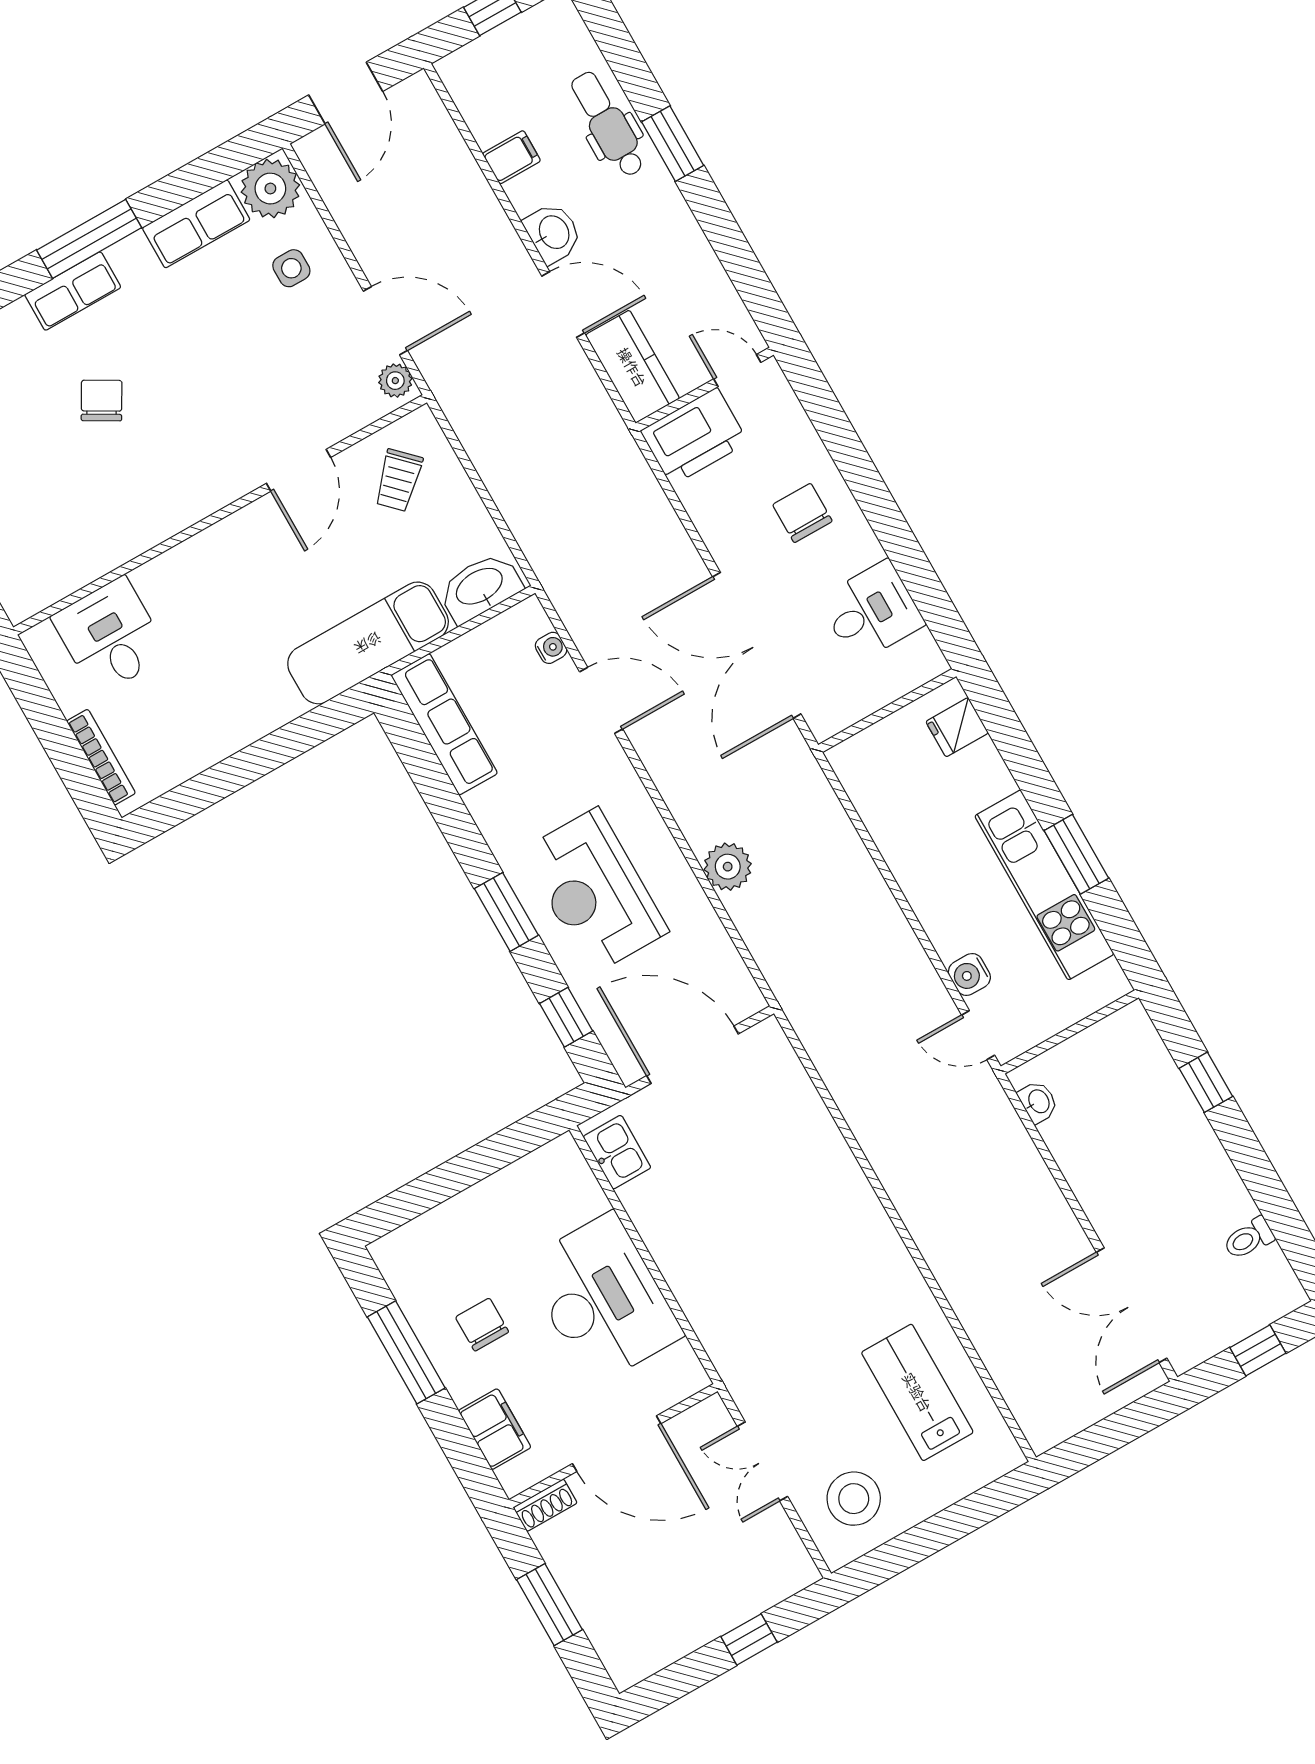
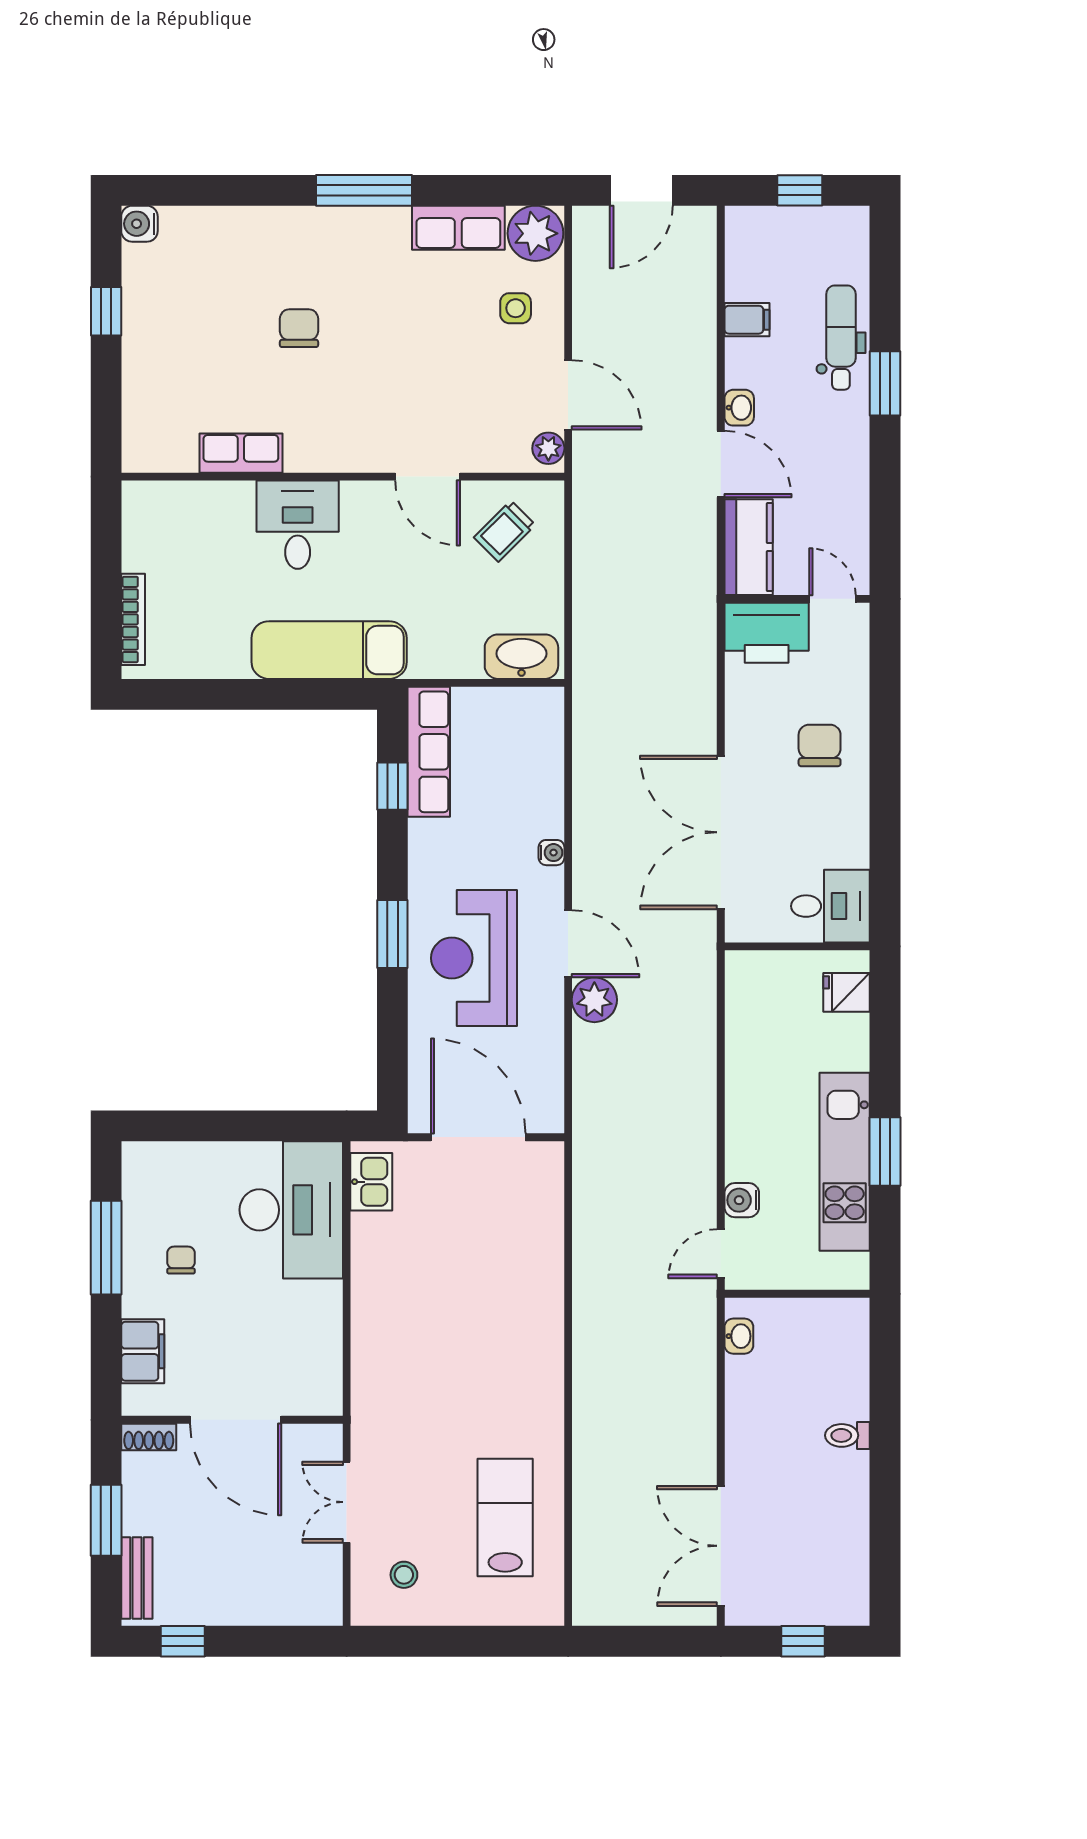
washbasin: (553, 233) -> (739, 408), width x0.72, depth x0.69
row of seats: (73, 291) -> (241, 453), moved, turned 180
chair: (102, 401) -> (299, 328), turned -30
door: (298, 470) -> (428, 477), hinge flipped
desk: (872, 611) -> (830, 906), moved
desk: (110, 636) -> (298, 525), moved
exam couch: (368, 643) -> (329, 650), moved
water cooler: (551, 648) -> (551, 853), moved
door: (601, 700) -> (568, 944), moved
window: (566, 1017) -> (392, 786), moved
door: (978, 1035) -> (721, 1254), hinge flipped
window: (1206, 1082) -> (885, 1398), removed
toilet: (1249, 1238) -> (847, 1435), moved
desk: (602, 1299) -> (291, 1210), moved
chair: (482, 1325) -> (181, 1260), width x0.73, depth x0.73
stool: (854, 1499) -> (404, 1575), width x0.53, depth x0.53
window: (749, 1639) -> (183, 1641), moved
bench: (608, 1642) -> (137, 1578), added

